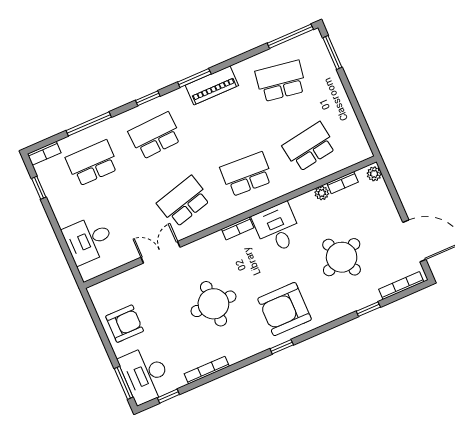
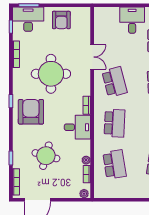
desk: (88, 240) -> (132, 20), moved
round table: (342, 257) -> (46, 156), turned 38
round table: (213, 304) -> (51, 74), width x1.36, depth x1.36

